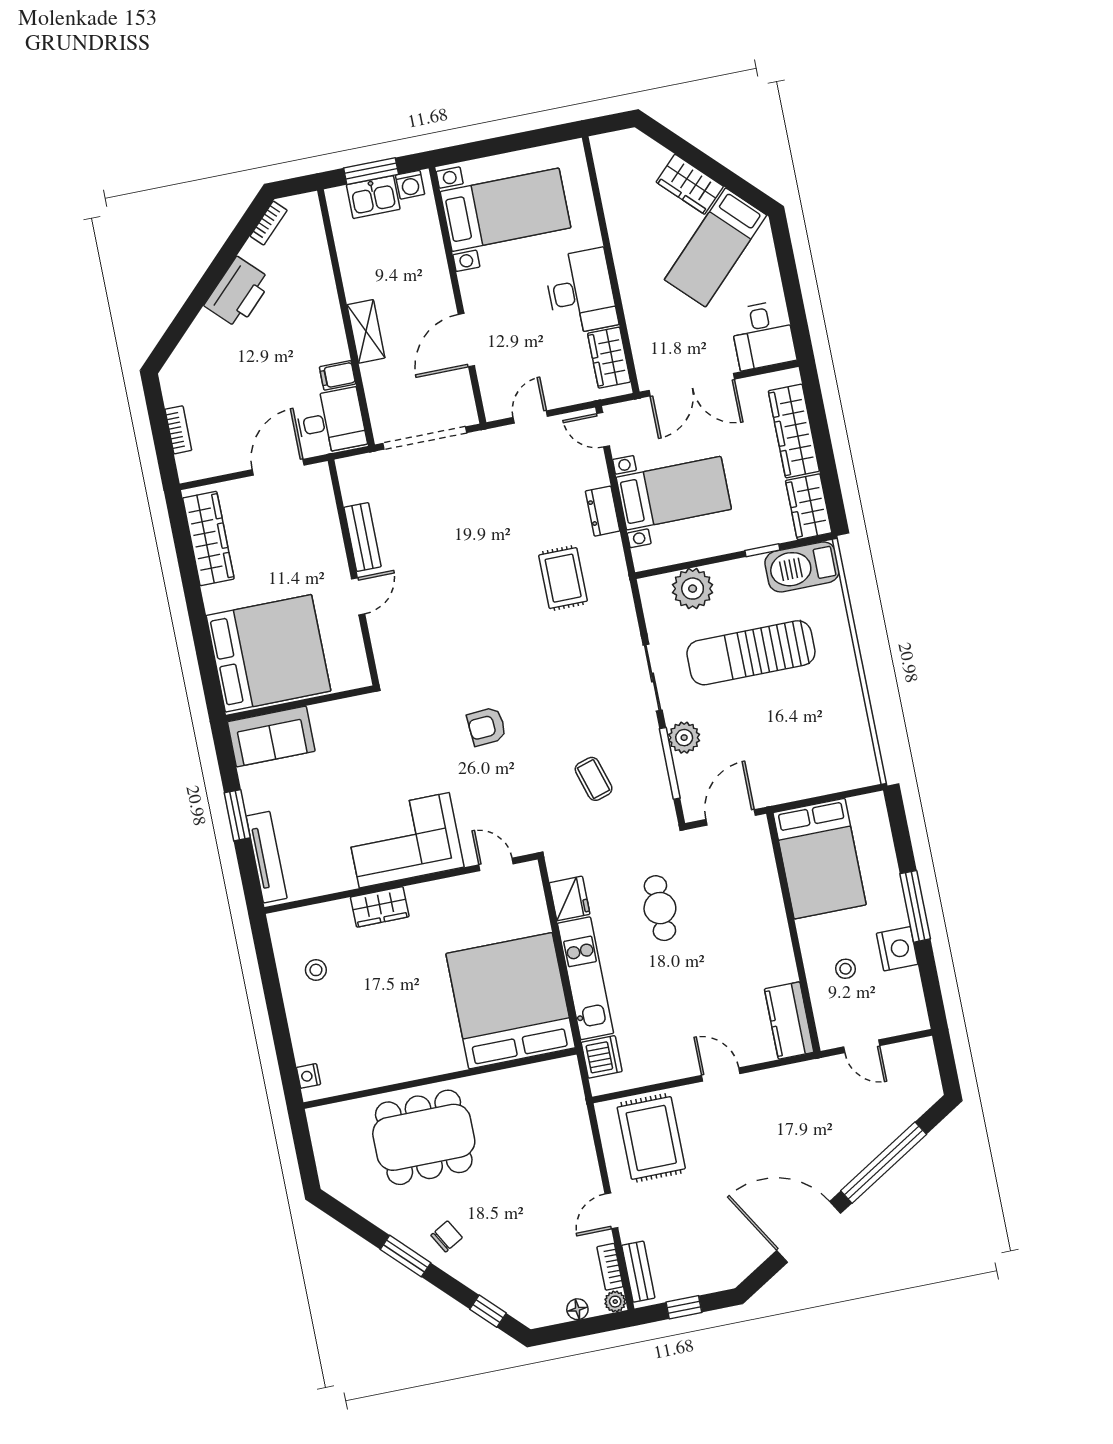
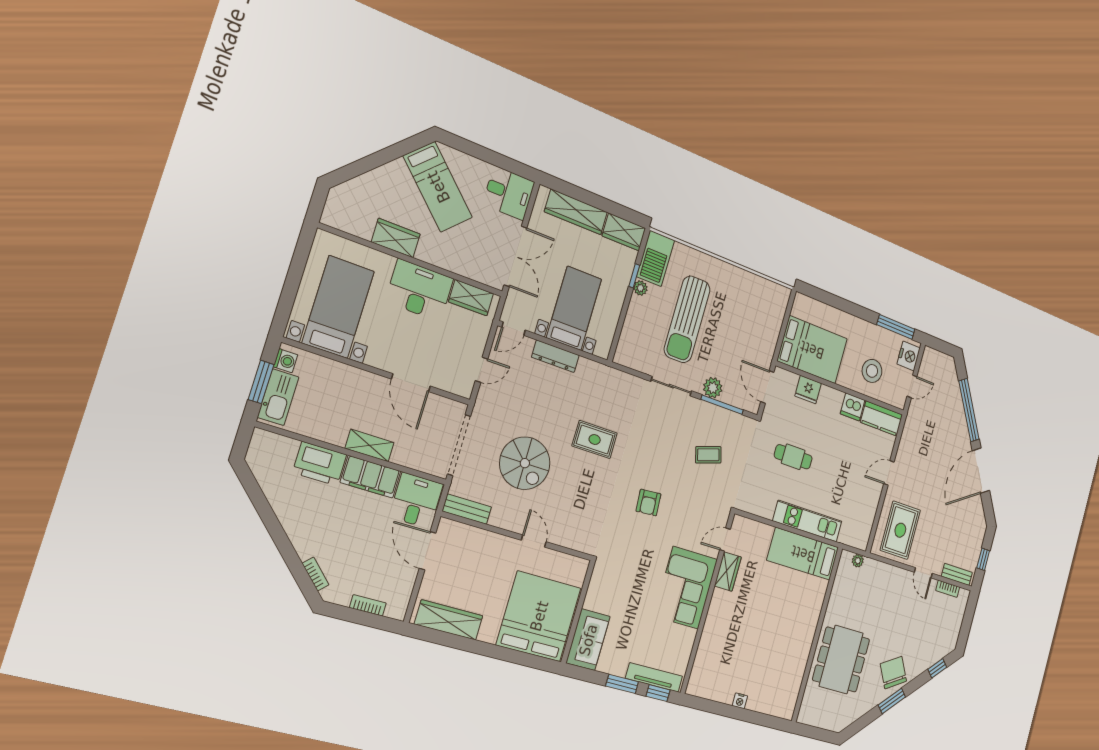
wardrobe: (690, 184) -> (396, 238), moved, turned -135
kitchen sink: (373, 197) -> (278, 397), width x1.38
bookcase: (269, 223) -> (316, 574), moved
printer: (238, 293) -> (320, 464), moved, turned 135
filing cabinet: (338, 375) -> (371, 477), width x3.00, depth x1.17
door: (530, 417) -> (482, 370), swing flipped
dresser: (603, 511) -> (555, 356), width x1.44
spiral stairs: (448, 533) -> (525, 463), added
bench: (363, 537) -> (467, 509), moved
rug: (563, 578) -> (595, 440), moved
plant: (693, 589) -> (640, 288), moved, width x0.53, depth x0.53
window: (249, 874) -> (658, 693), added
fridge: (570, 898) -> (808, 390), moved, turned 180
window: (915, 906) -> (896, 327), moved
wardrobe: (380, 907) -> (728, 571), moved
nightstand: (897, 949) -> (909, 356), moved, turned 90
stool: (845, 969) -> (872, 371), width x1.89, depth x1.89
stool: (316, 970) -> (729, 678), removed
bed: (511, 1001) -> (803, 554), width x0.49
dishwasher: (602, 1057) -> (853, 407), moved, turned 180
nightstand: (308, 1076) -> (740, 701), moved
rug: (651, 1138) -> (900, 530), turned 90
chair: (447, 1236) -> (893, 672), width x1.87, depth x1.87
plant: (615, 1302) -> (858, 561), moved
floor lamp: (577, 1309) -> (958, 618), removed

